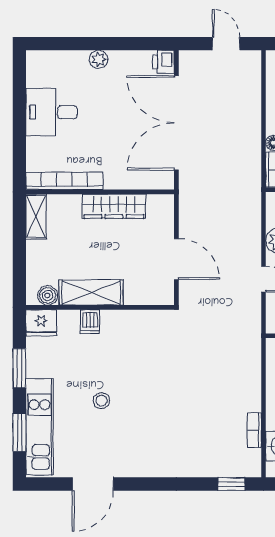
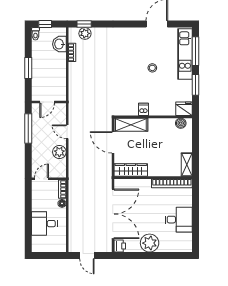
plant: (99, 59) -> (150, 243), width x1.87, depth x1.87
wardrobe: (114, 206) -> (131, 170), moved
shelving: (91, 292) -> (131, 125), moved
dishwasher: (90, 322) -> (144, 109), moved
window: (19, 432) -> (196, 51), width x1.44
plant: (230, 466) -> (85, 33), added

